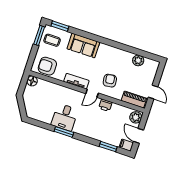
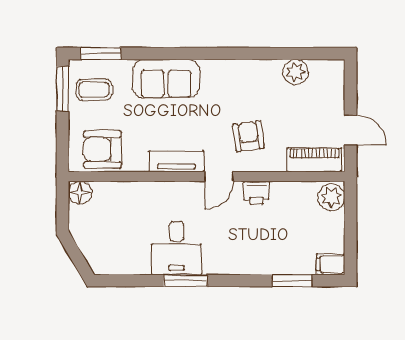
door: (139, 136) -> (351, 235), removed

